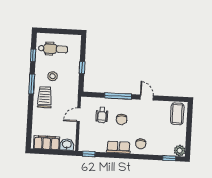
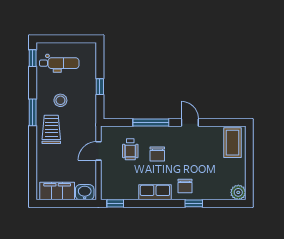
window: (33, 55) -> (33, 58), moved
window: (169, 158) -> (194, 203), moved

